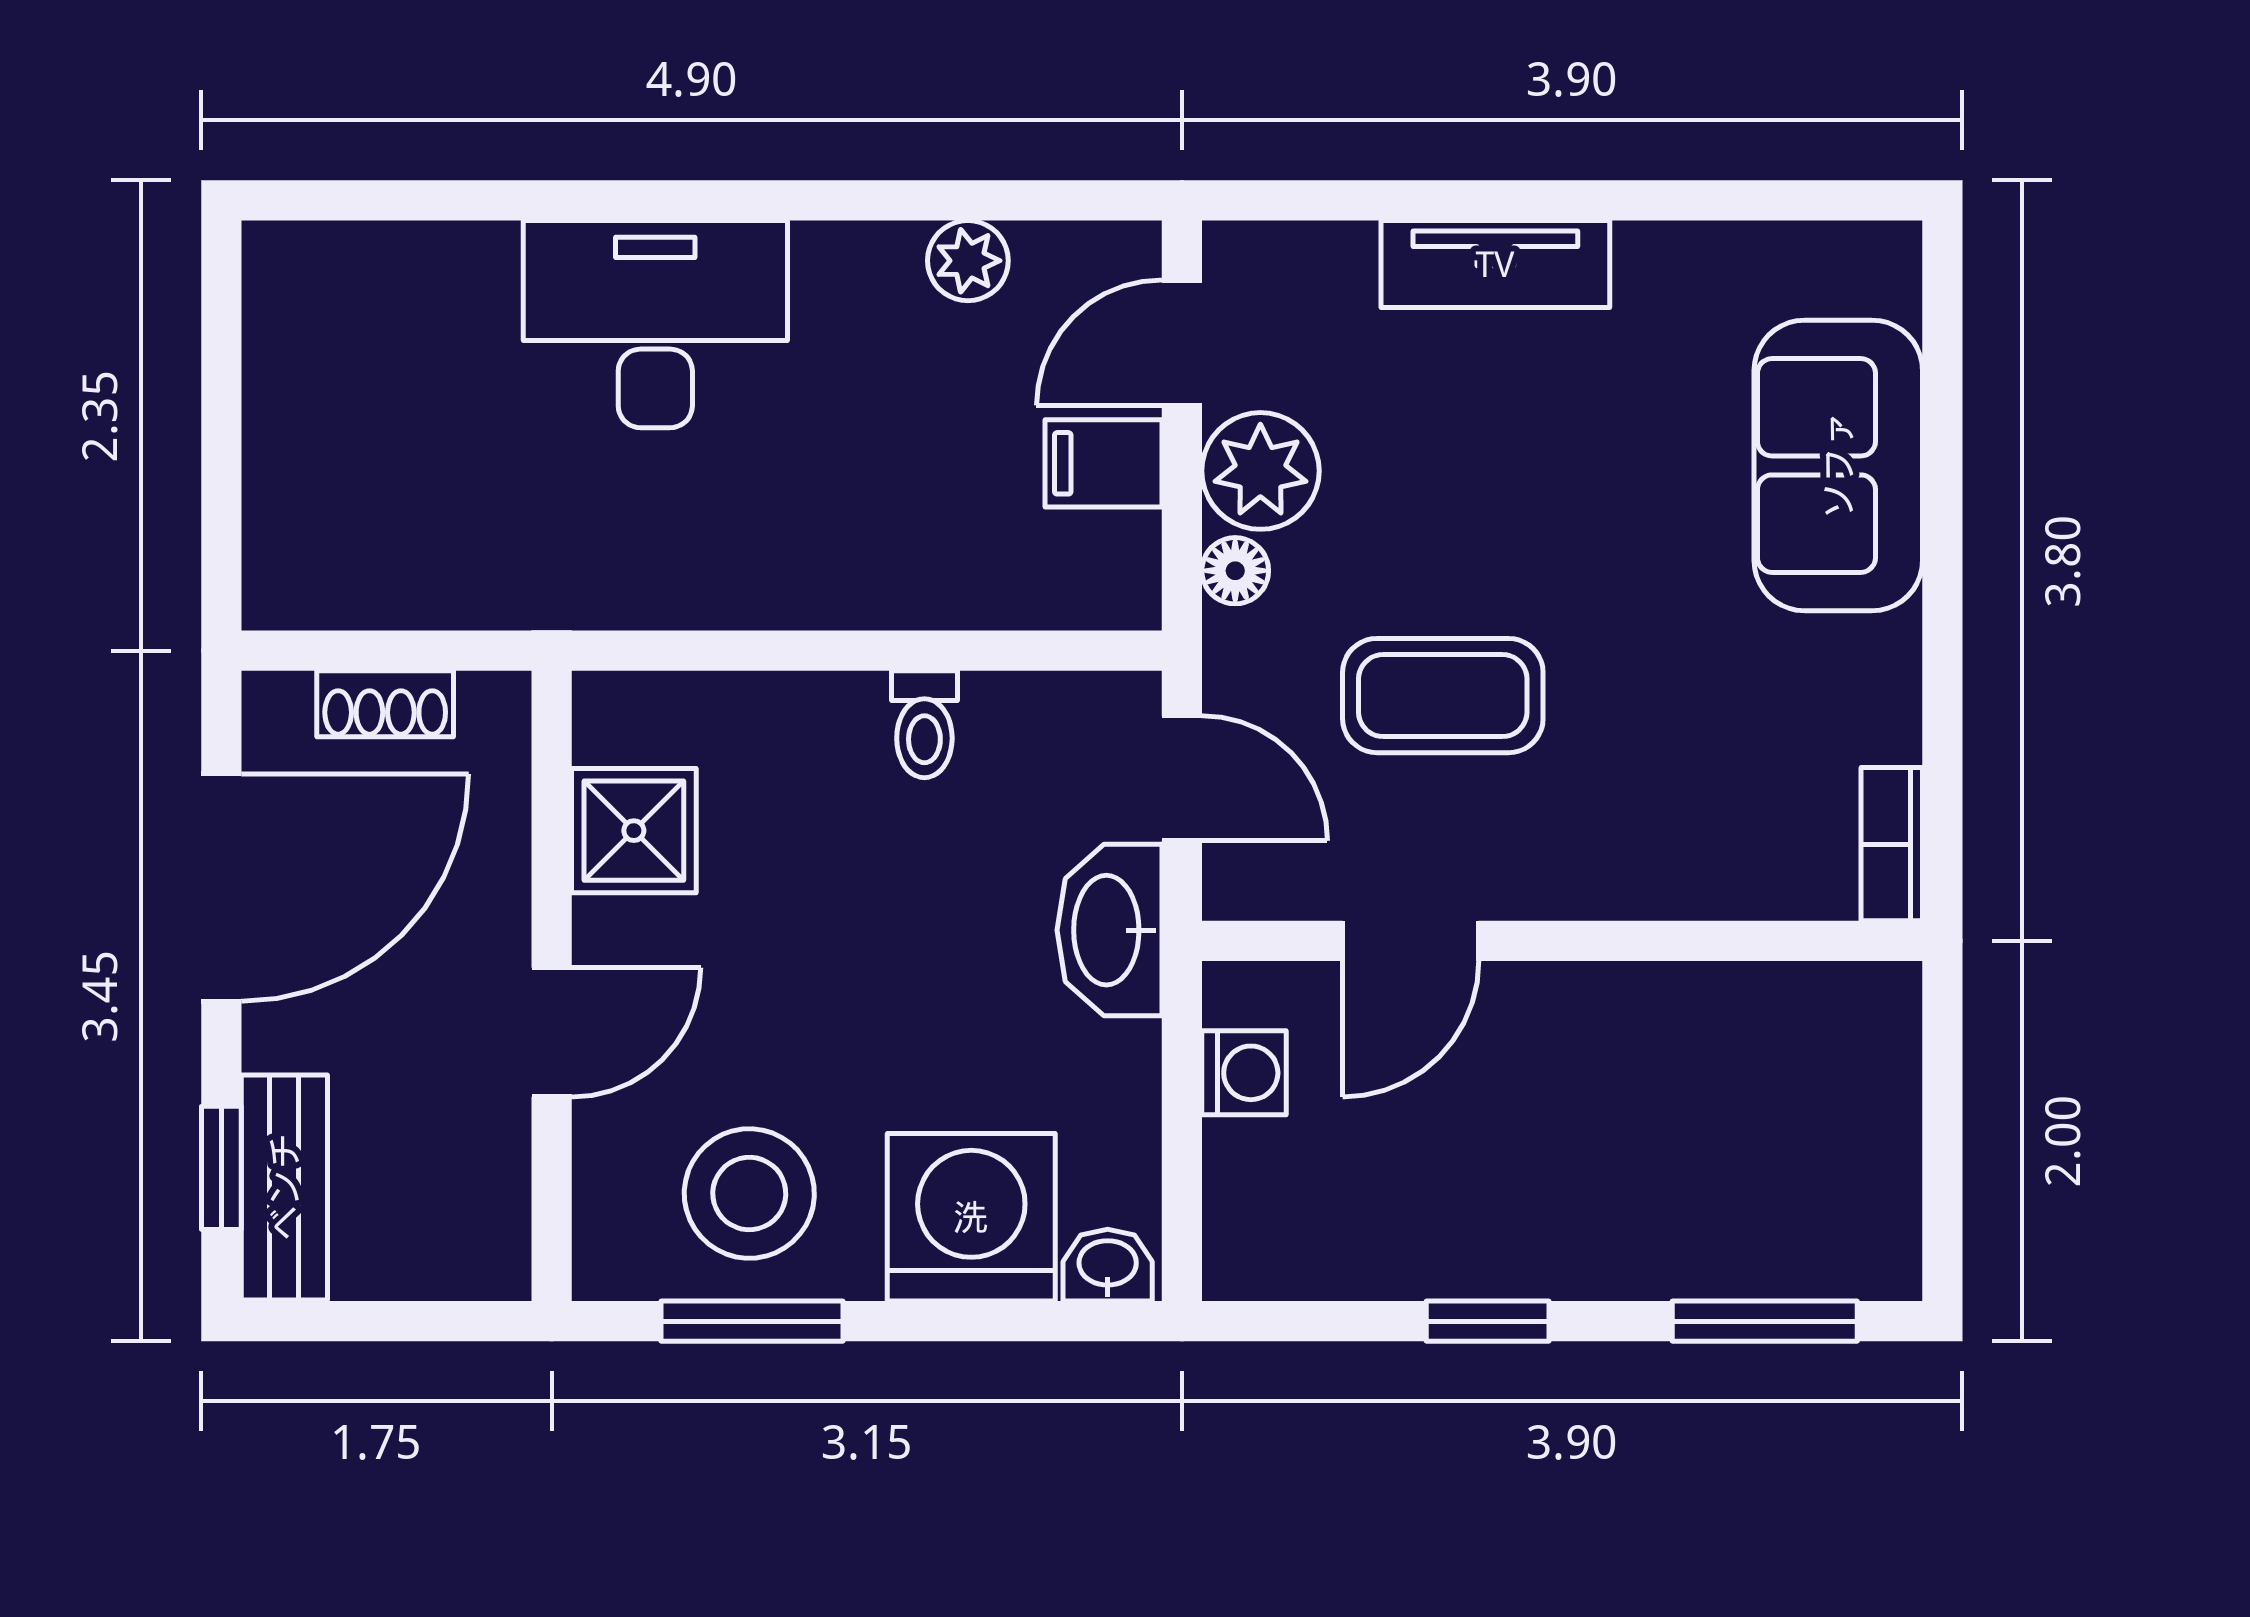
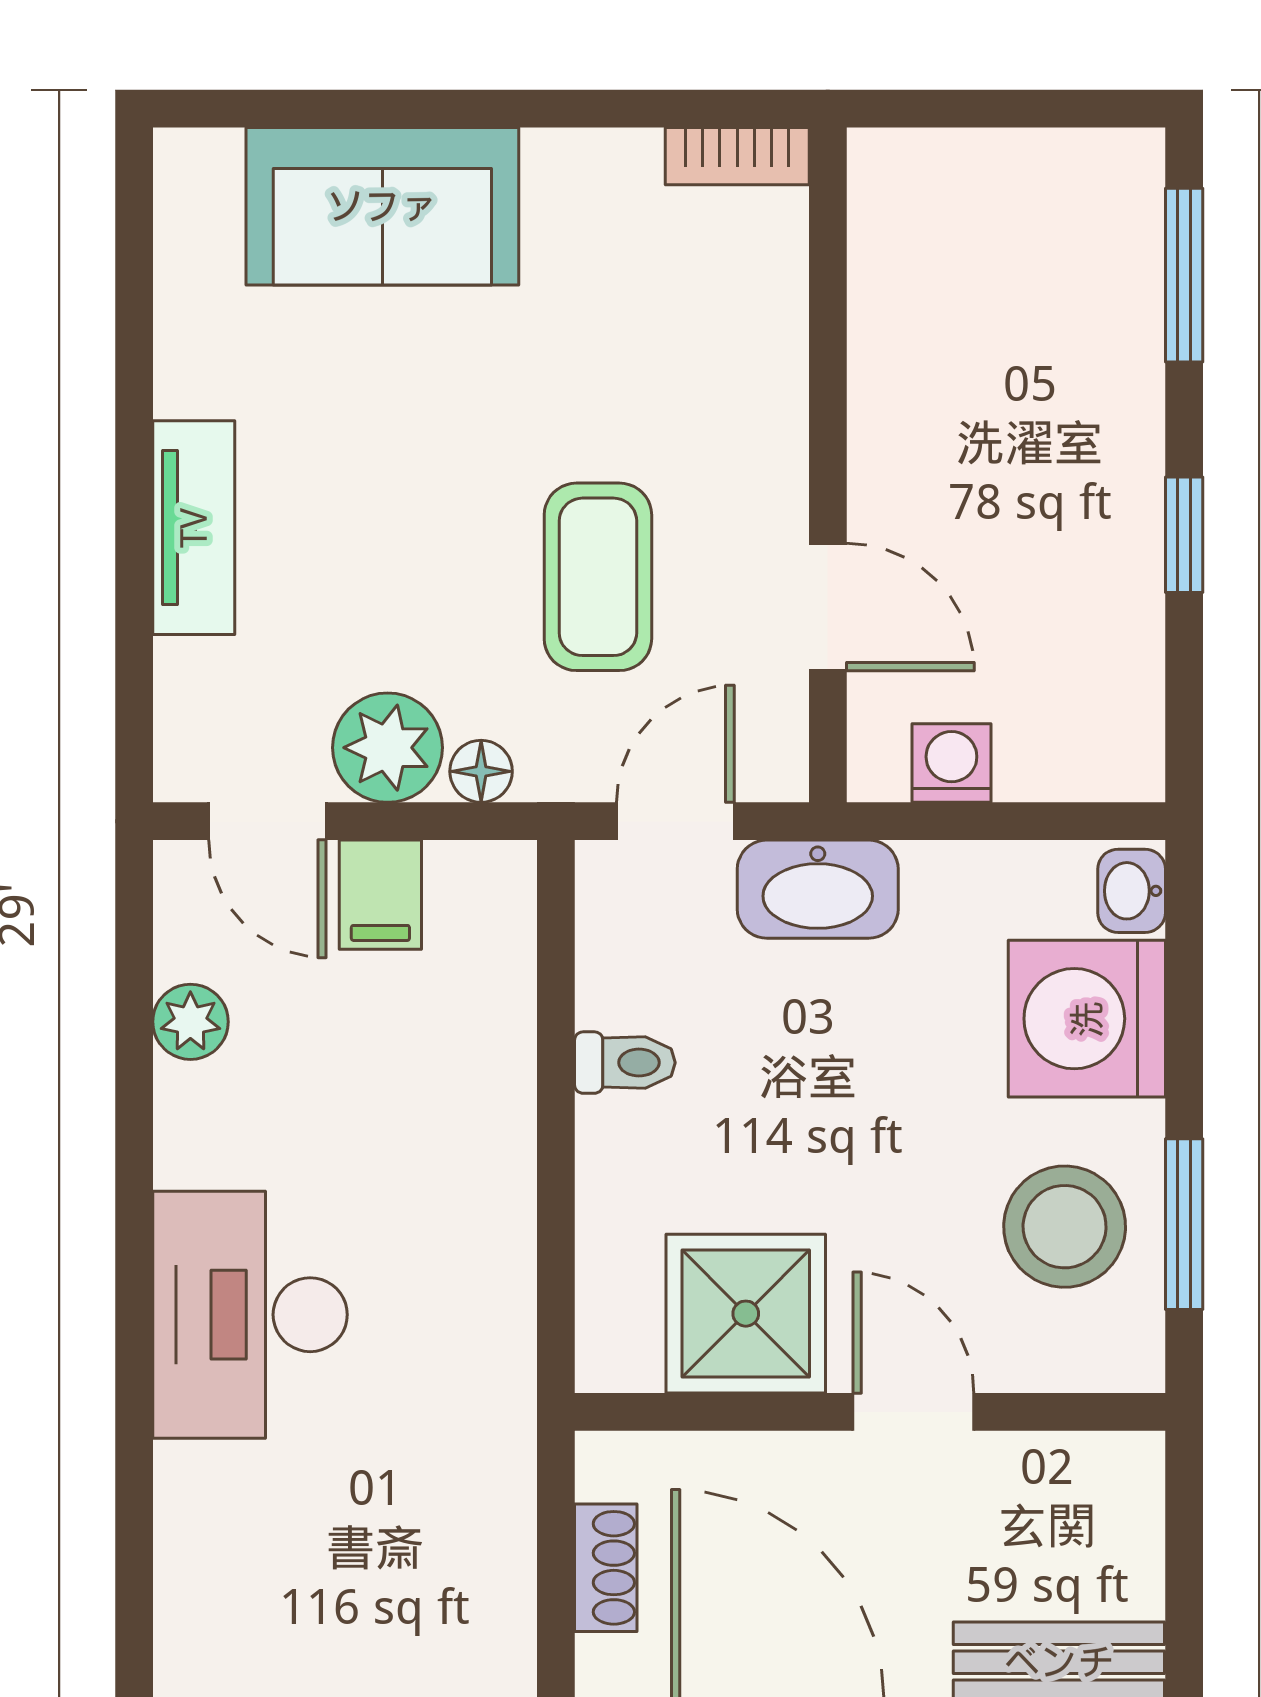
shower: (634, 831) -> (746, 1314), width x1.36, depth x1.36

